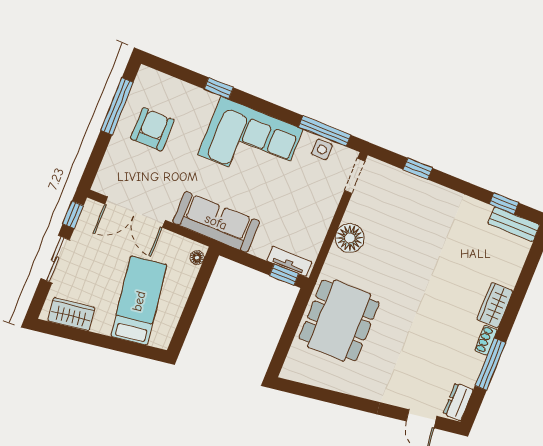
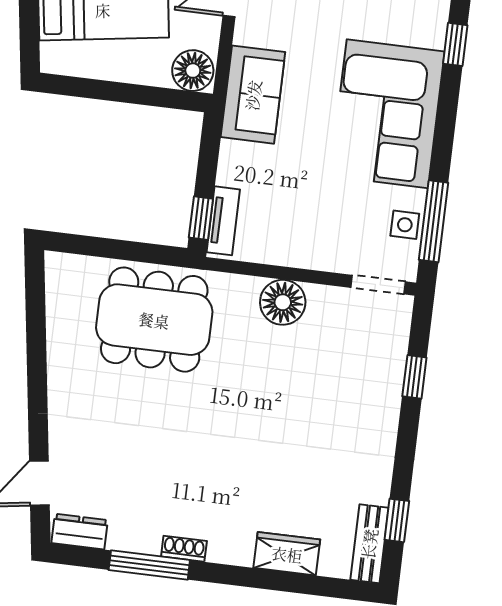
sofa: (216, 222) -> (253, 95), width x0.73
floor lamp: (197, 258) -> (193, 71), width x1.89, depth x1.89
wardrobe: (495, 305) -> (287, 554), moved

